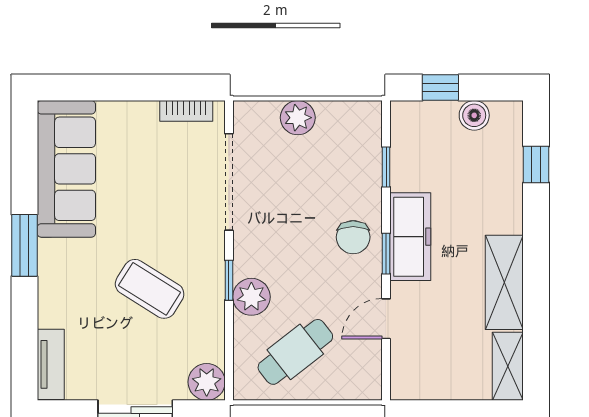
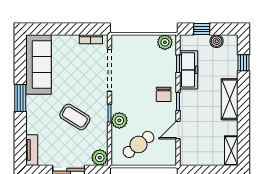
plant: (298, 118) -> (165, 42), moved
freezer: (410, 237) -> (189, 70), moved
shelving: (504, 282) -> (230, 99), moved

